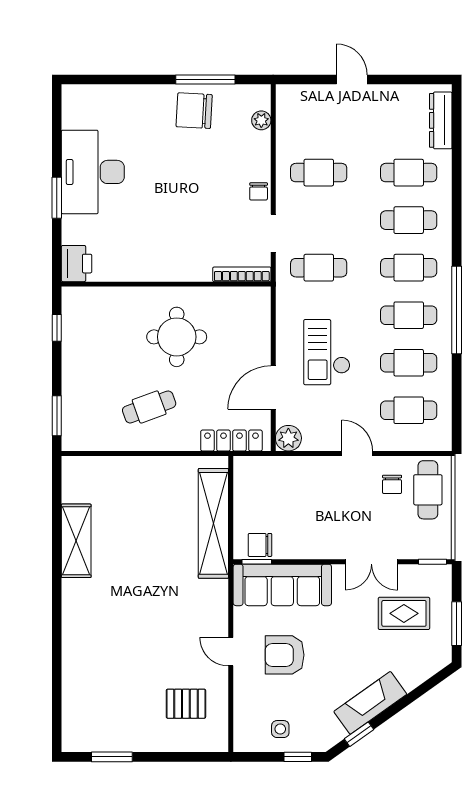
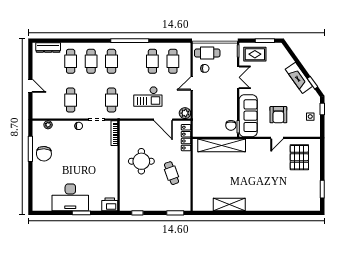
door: (352, 79) -> (30, 86), swing flipped
cafe table: (409, 315) -> (132, 61), removed
rug: (404, 613) -> (255, 54), moved, turned 90
pallet: (186, 704) -> (299, 157), width x1.50, depth x1.42

